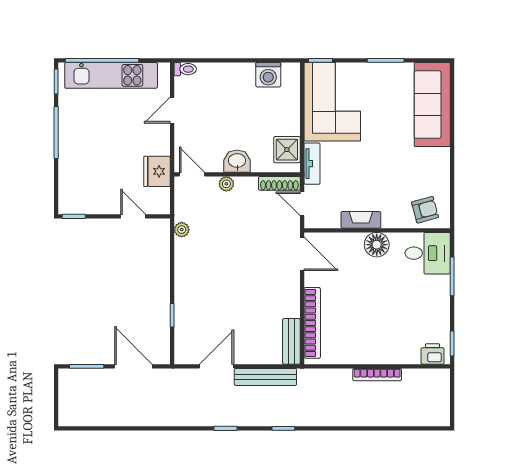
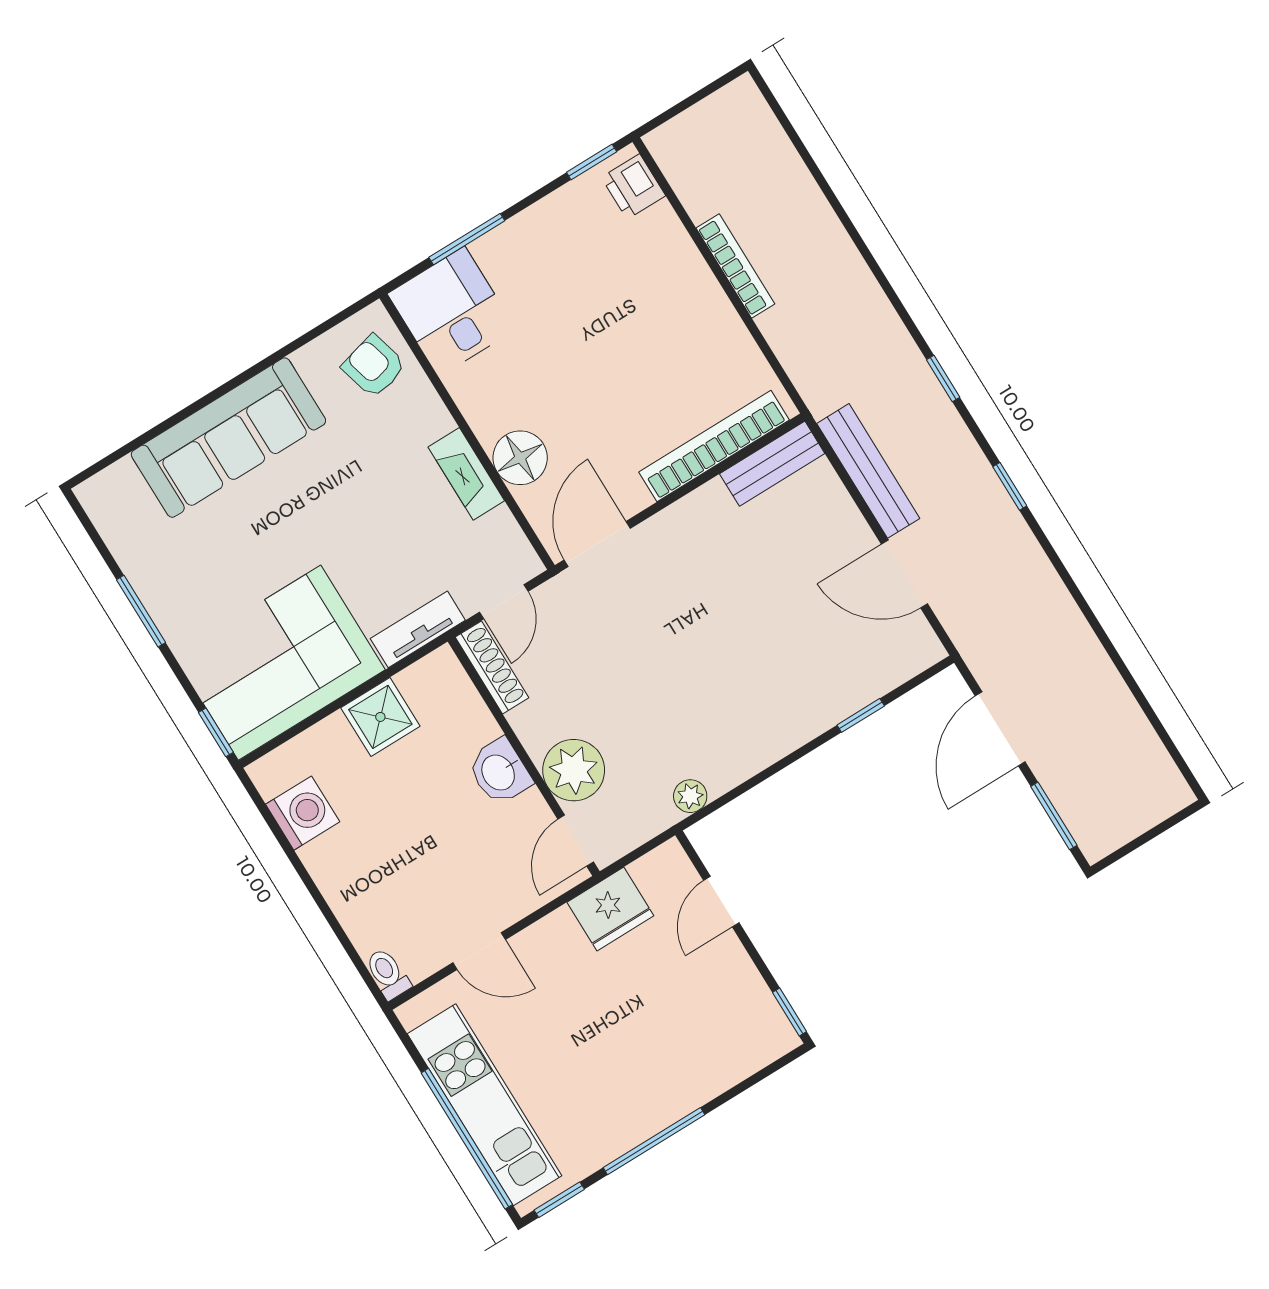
sofa: (432, 104) -> (228, 438), moved
shower: (287, 150) -> (380, 717), moved
plant: (226, 184) -> (574, 770), width x1.88, depth x1.88
floor lamp: (377, 245) -> (520, 458), moved

